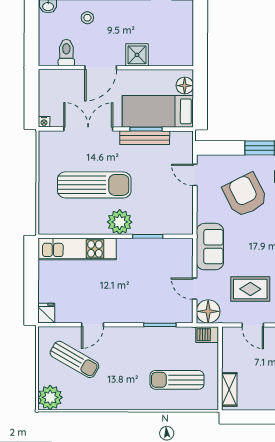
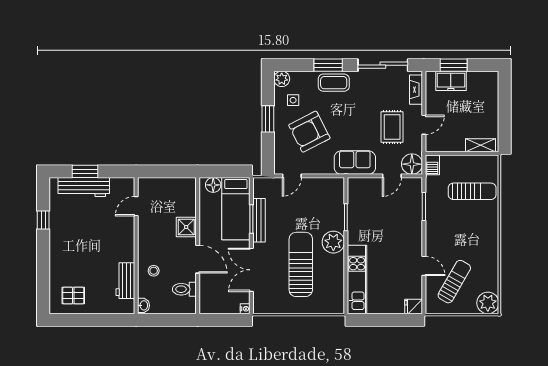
sun lounger: (177, 380) -> (472, 191), turned -90

